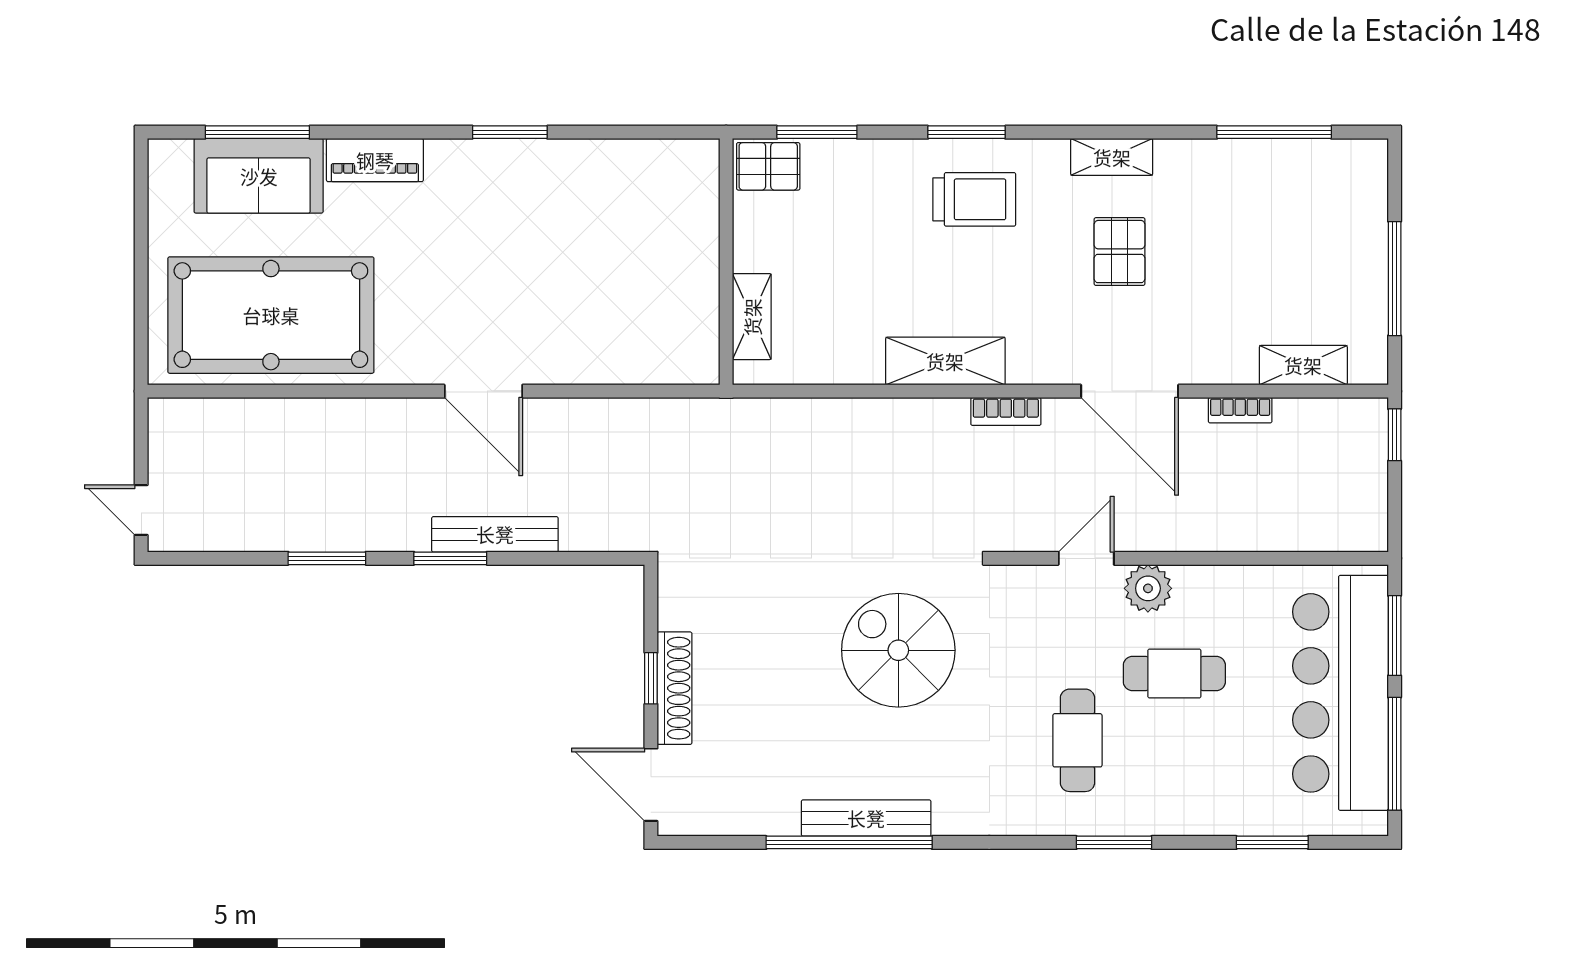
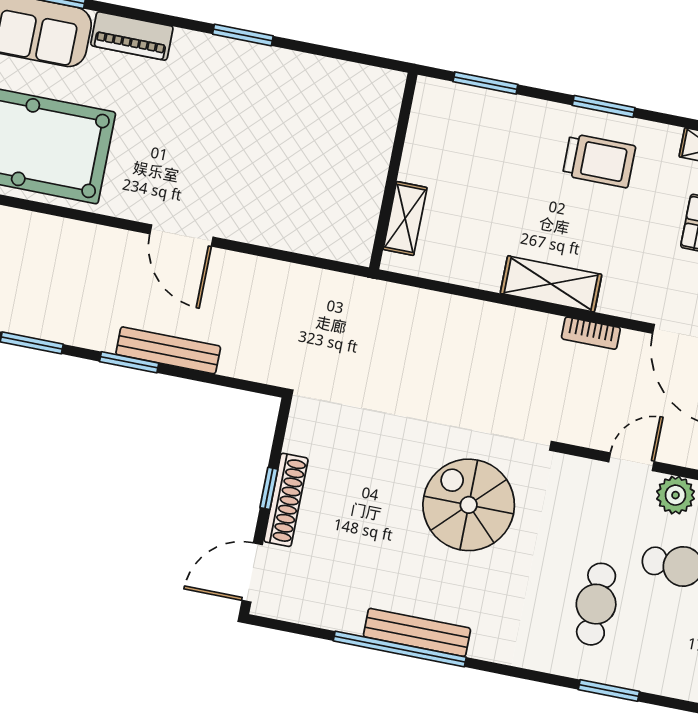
pallet: (768, 166) -> (442, 102), removed
door: (651, 785) -> (252, 572), hinge flipped

